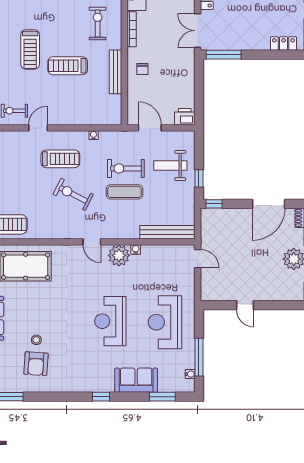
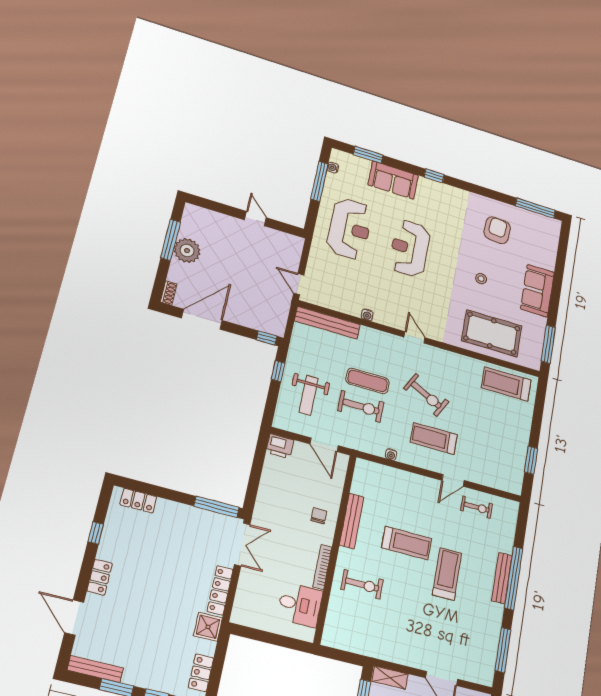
exercise bike: (98, 23) -> (362, 585), turned -90
weight bench: (170, 166) -> (309, 395), turned 90
plant: (119, 255) -> (387, 314), removed
reception desk: (110, 321) -> (410, 248), turned 180
stool: (36, 340) -> (481, 279), moved

